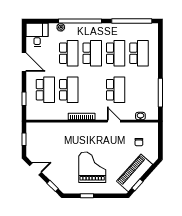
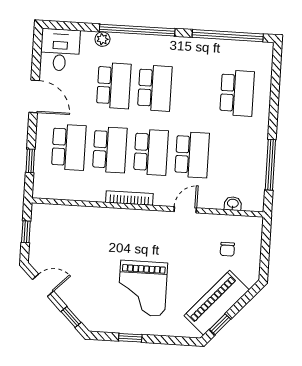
school desk: (116, 53) -> (151, 152), moved
door: (114, 121) -> (185, 210), hinge flipped
grand piano: (92, 167) -> (143, 288), turned 180

